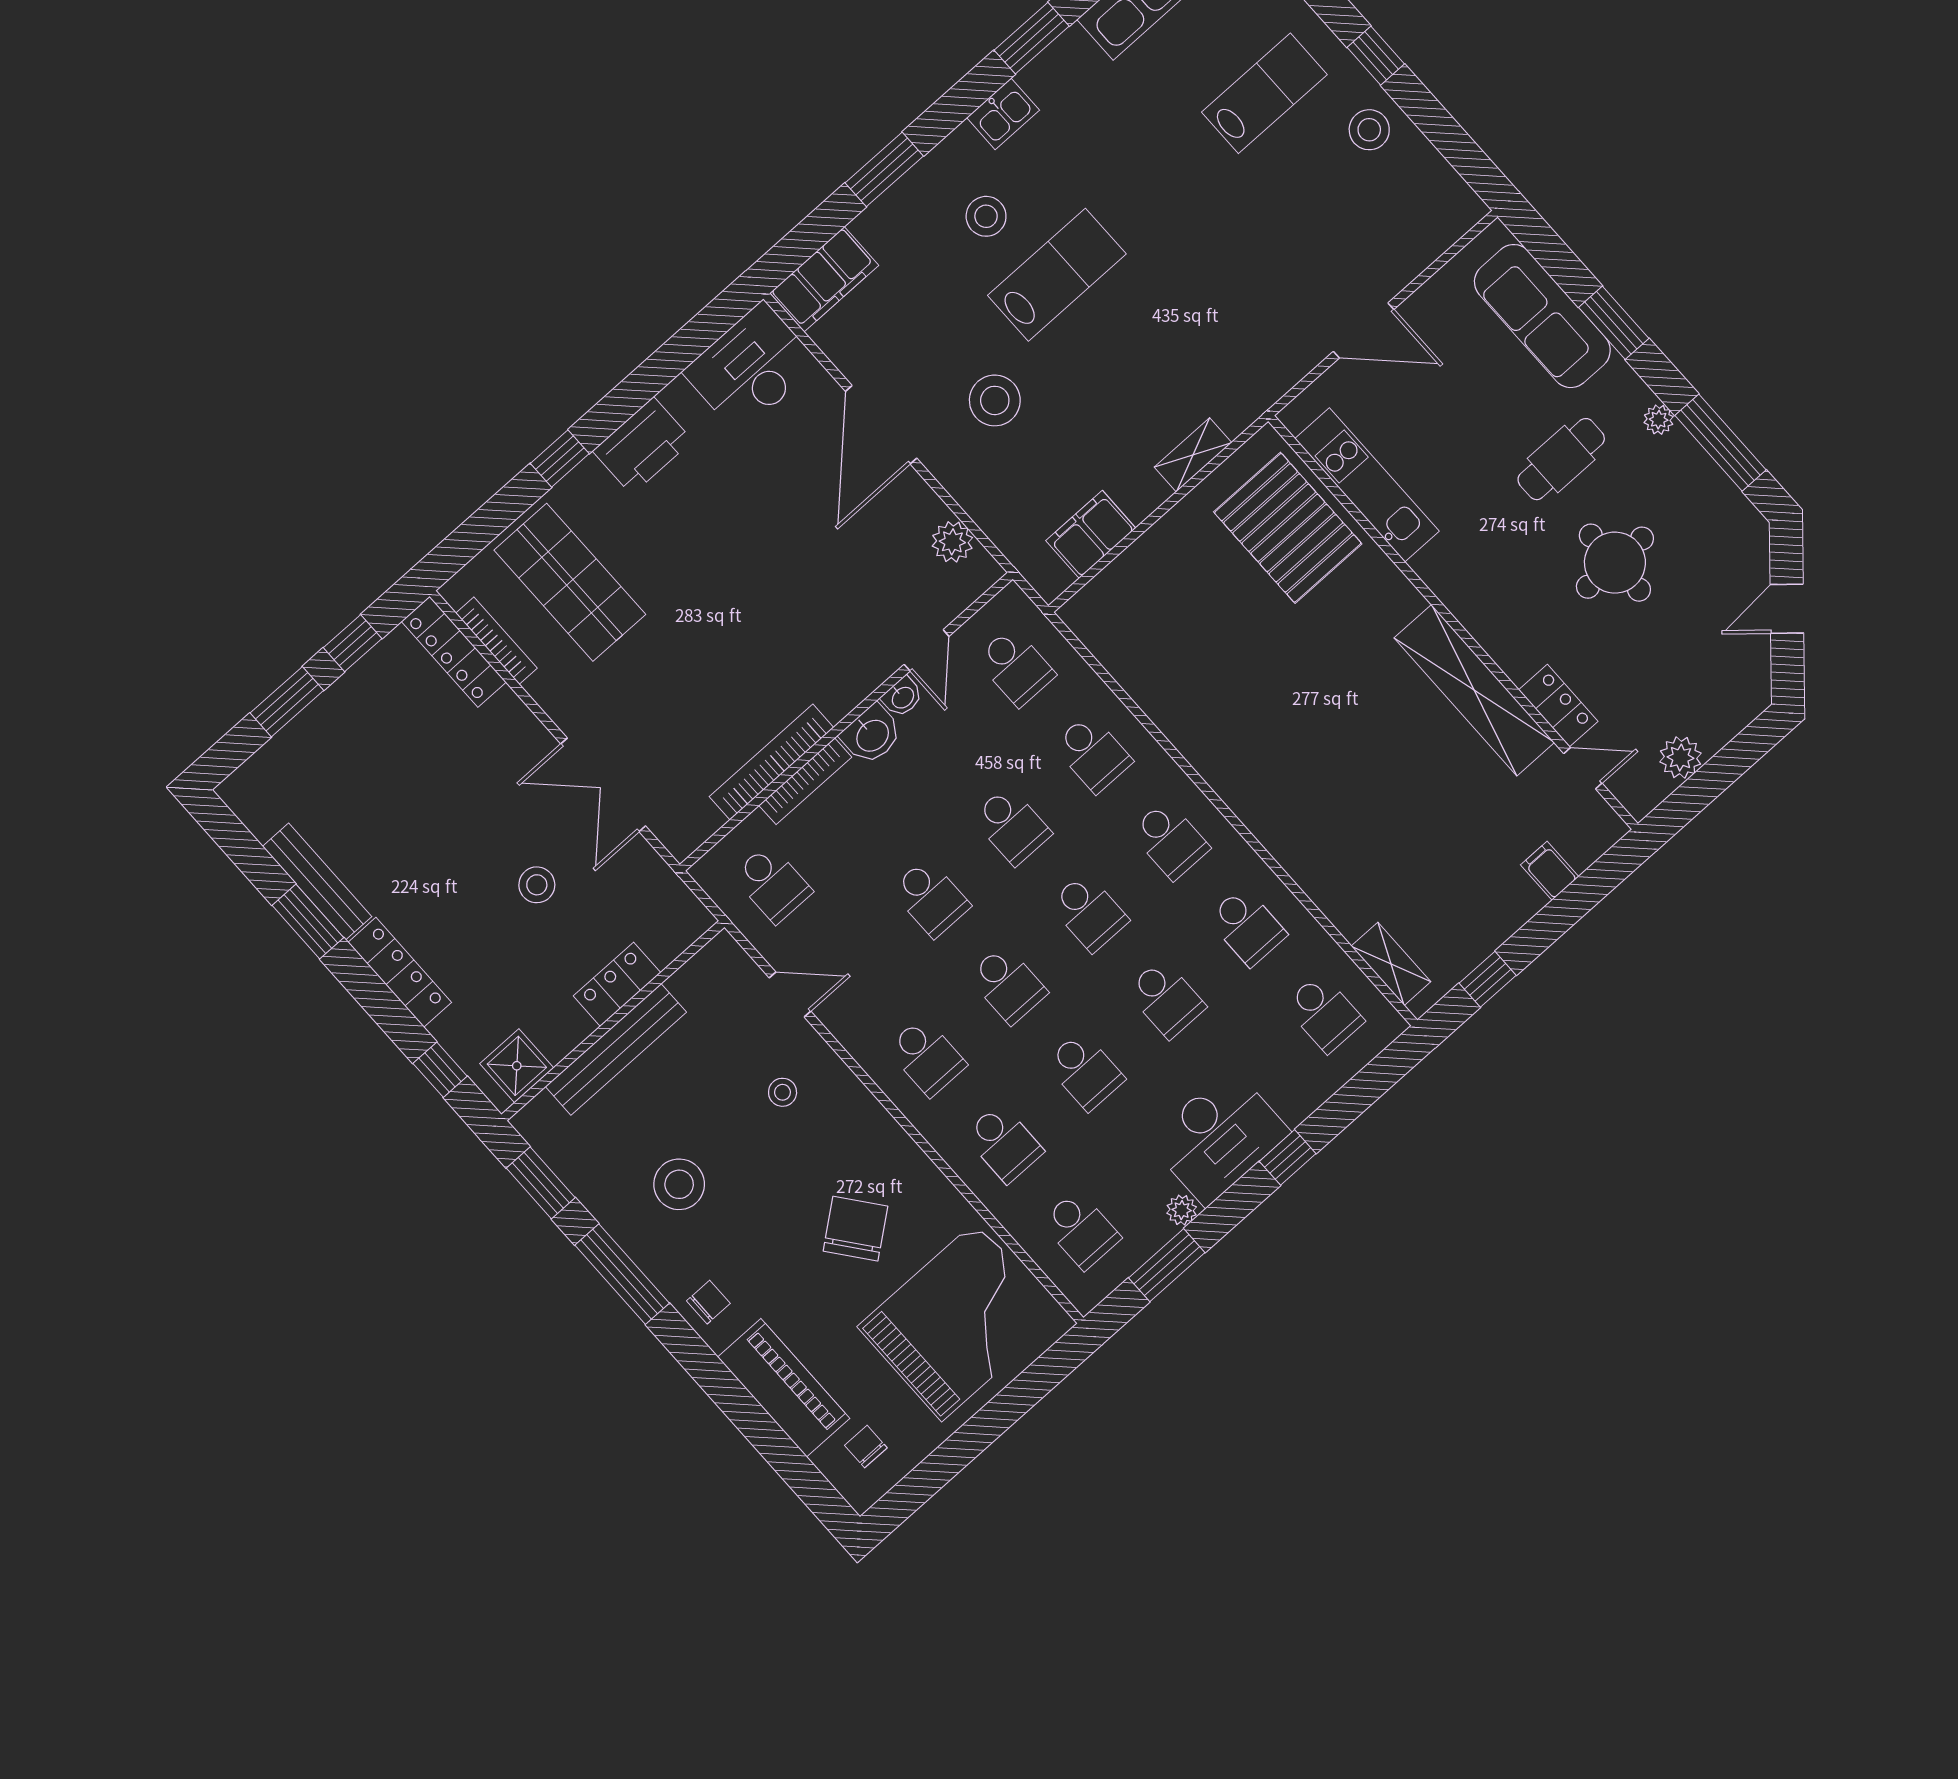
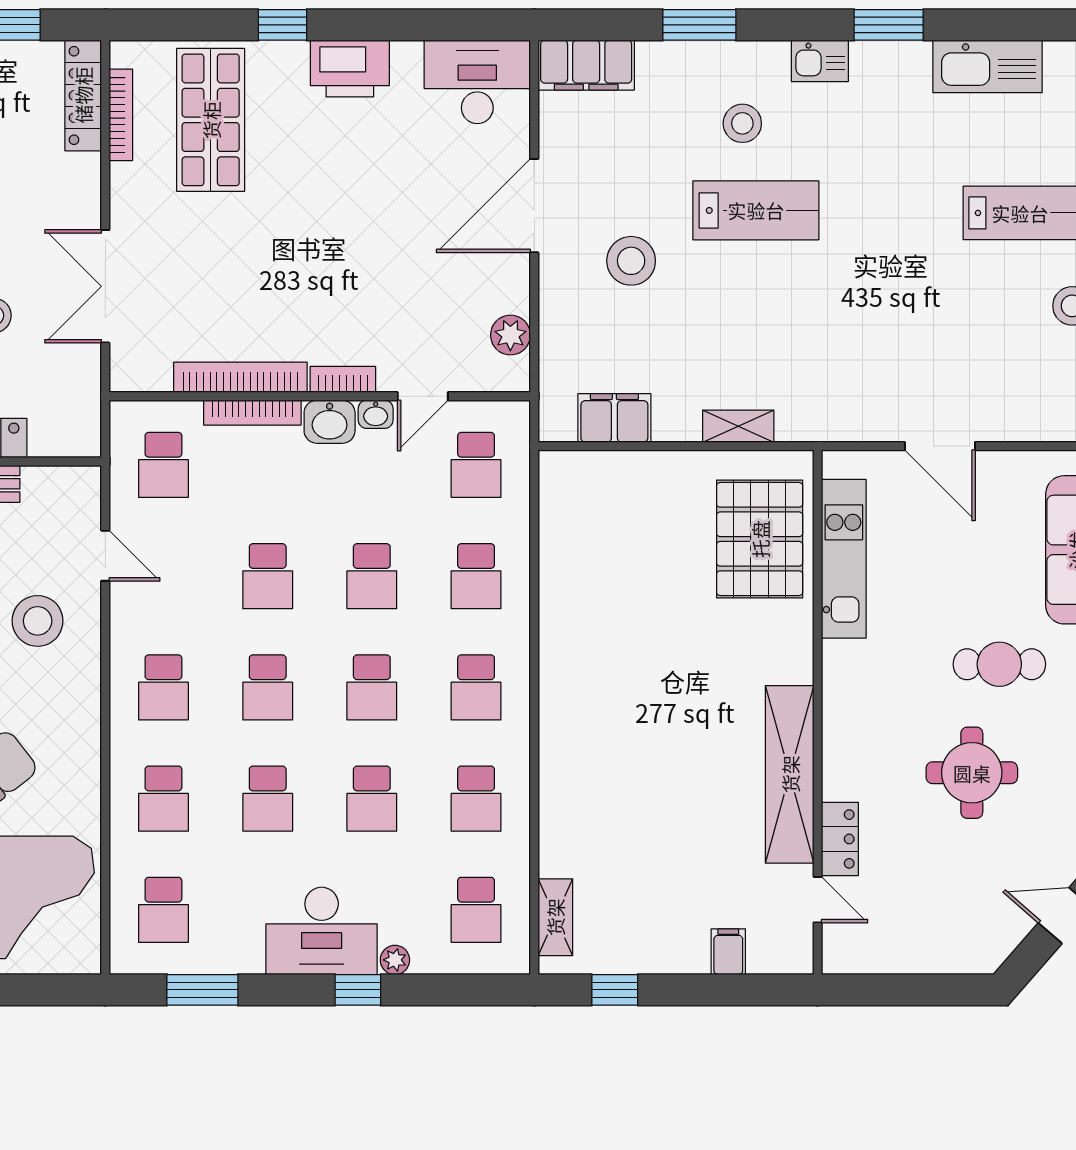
bookcase: (853, 693) -> (343, 379), added
plant: (1681, 758) -> (894, 954), removed
stool: (783, 1092) -> (38, 621), width x1.89, depth x1.89
plant: (1182, 1210) -> (395, 960), moved

